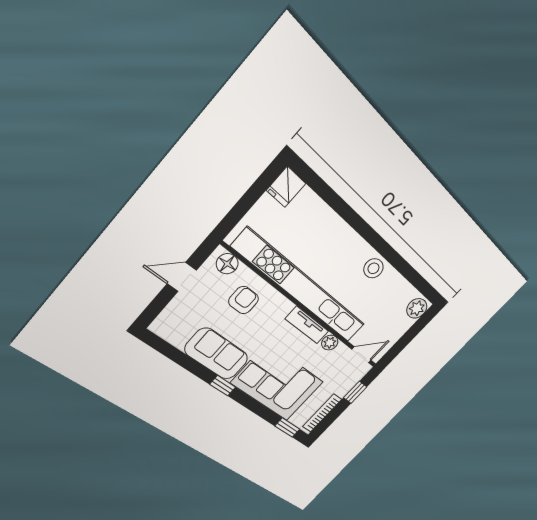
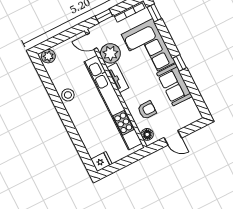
armchair: (244, 300) -> (147, 110), turned 180
plant: (330, 343) -> (110, 53), width x1.88, depth x1.88

